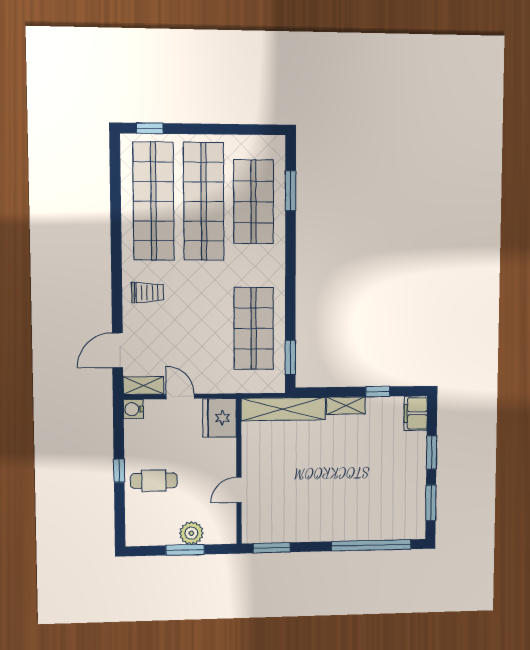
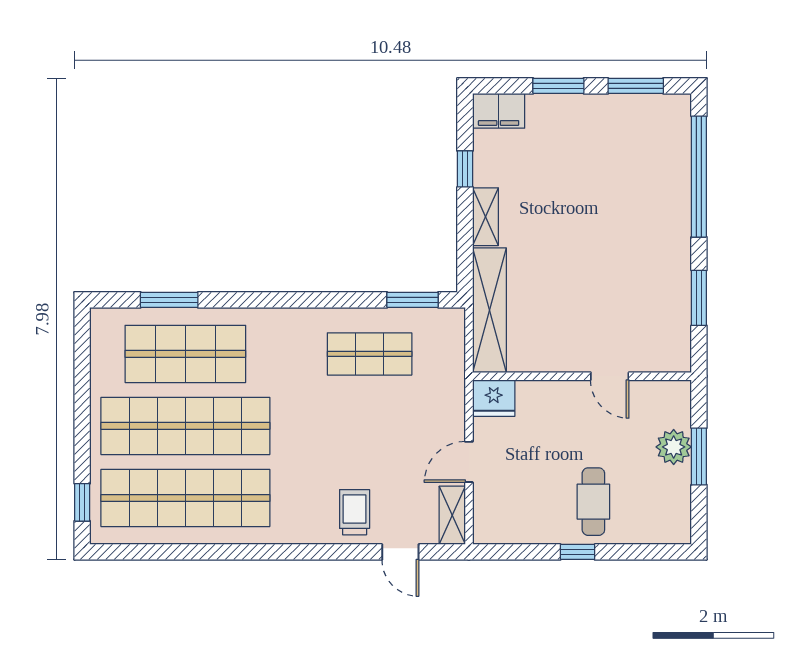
trolley: (148, 293) -> (355, 512), moved
shop shelf: (254, 328) -> (370, 354), width x0.70, depth x0.74
door: (117, 350) -> (400, 552), width x0.73
water cooler: (133, 409) -> (487, 530), removed
fridge: (220, 418) -> (494, 398), width x0.73, depth x0.75
window: (272, 548) -> (699, 298), moved

